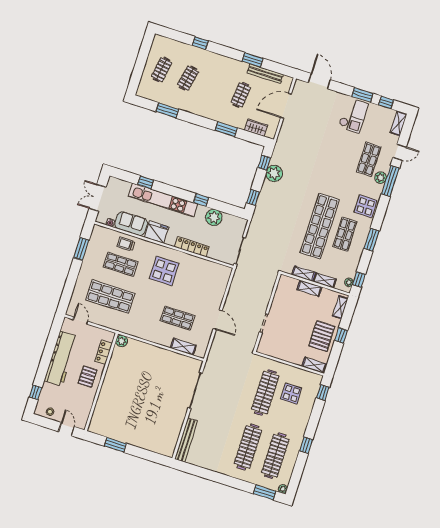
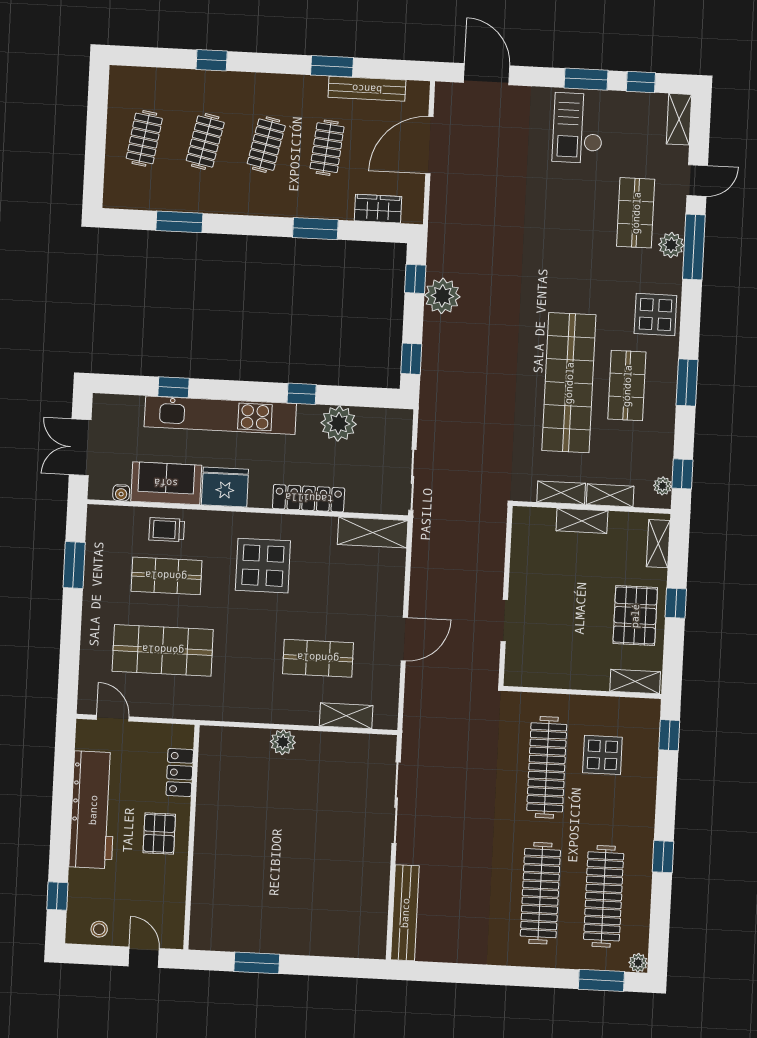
clothes rail: (214, 87) -> (266, 145), added
checkout: (353, 115) -> (578, 128), turned 180
shelving: (216, 269) -> (373, 532), added
door: (218, 320) -> (404, 639), hinge flipped
plant: (122, 341) -> (283, 742), moved

